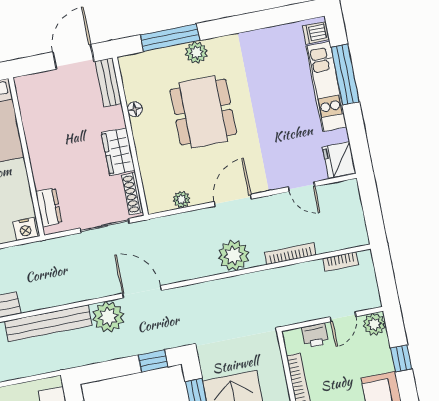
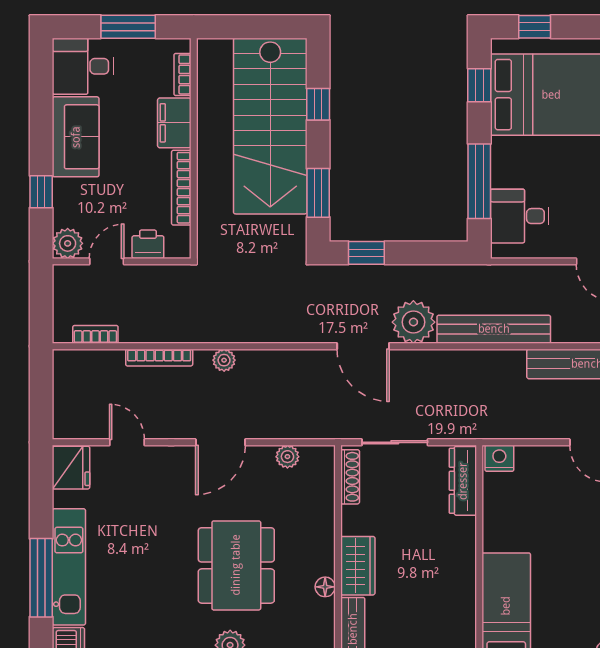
wardrobe: (118, 152) -> (358, 566), moved
dresser: (49, 207) -> (463, 481), width x1.44
plant: (234, 255) -> (224, 360), width x0.53, depth x0.53

